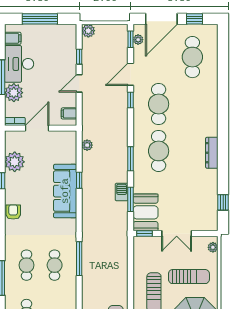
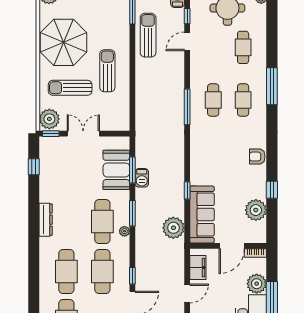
cafe table: (192, 104) -> (66, 272), added
filing cabinet: (69, 113) -> (198, 268), width x2.00
plant: (138, 142) -> (124, 231), added
plant: (87, 145) -> (173, 228), width x1.87, depth x1.87
sofa: (65, 191) -> (202, 214), moved
armchair: (13, 212) -> (257, 157), turned 90
booth: (146, 212) -> (116, 170), moved
window: (145, 234) -> (51, 134), moved
plant: (213, 247) -> (49, 119), width x1.88, depth x1.88

